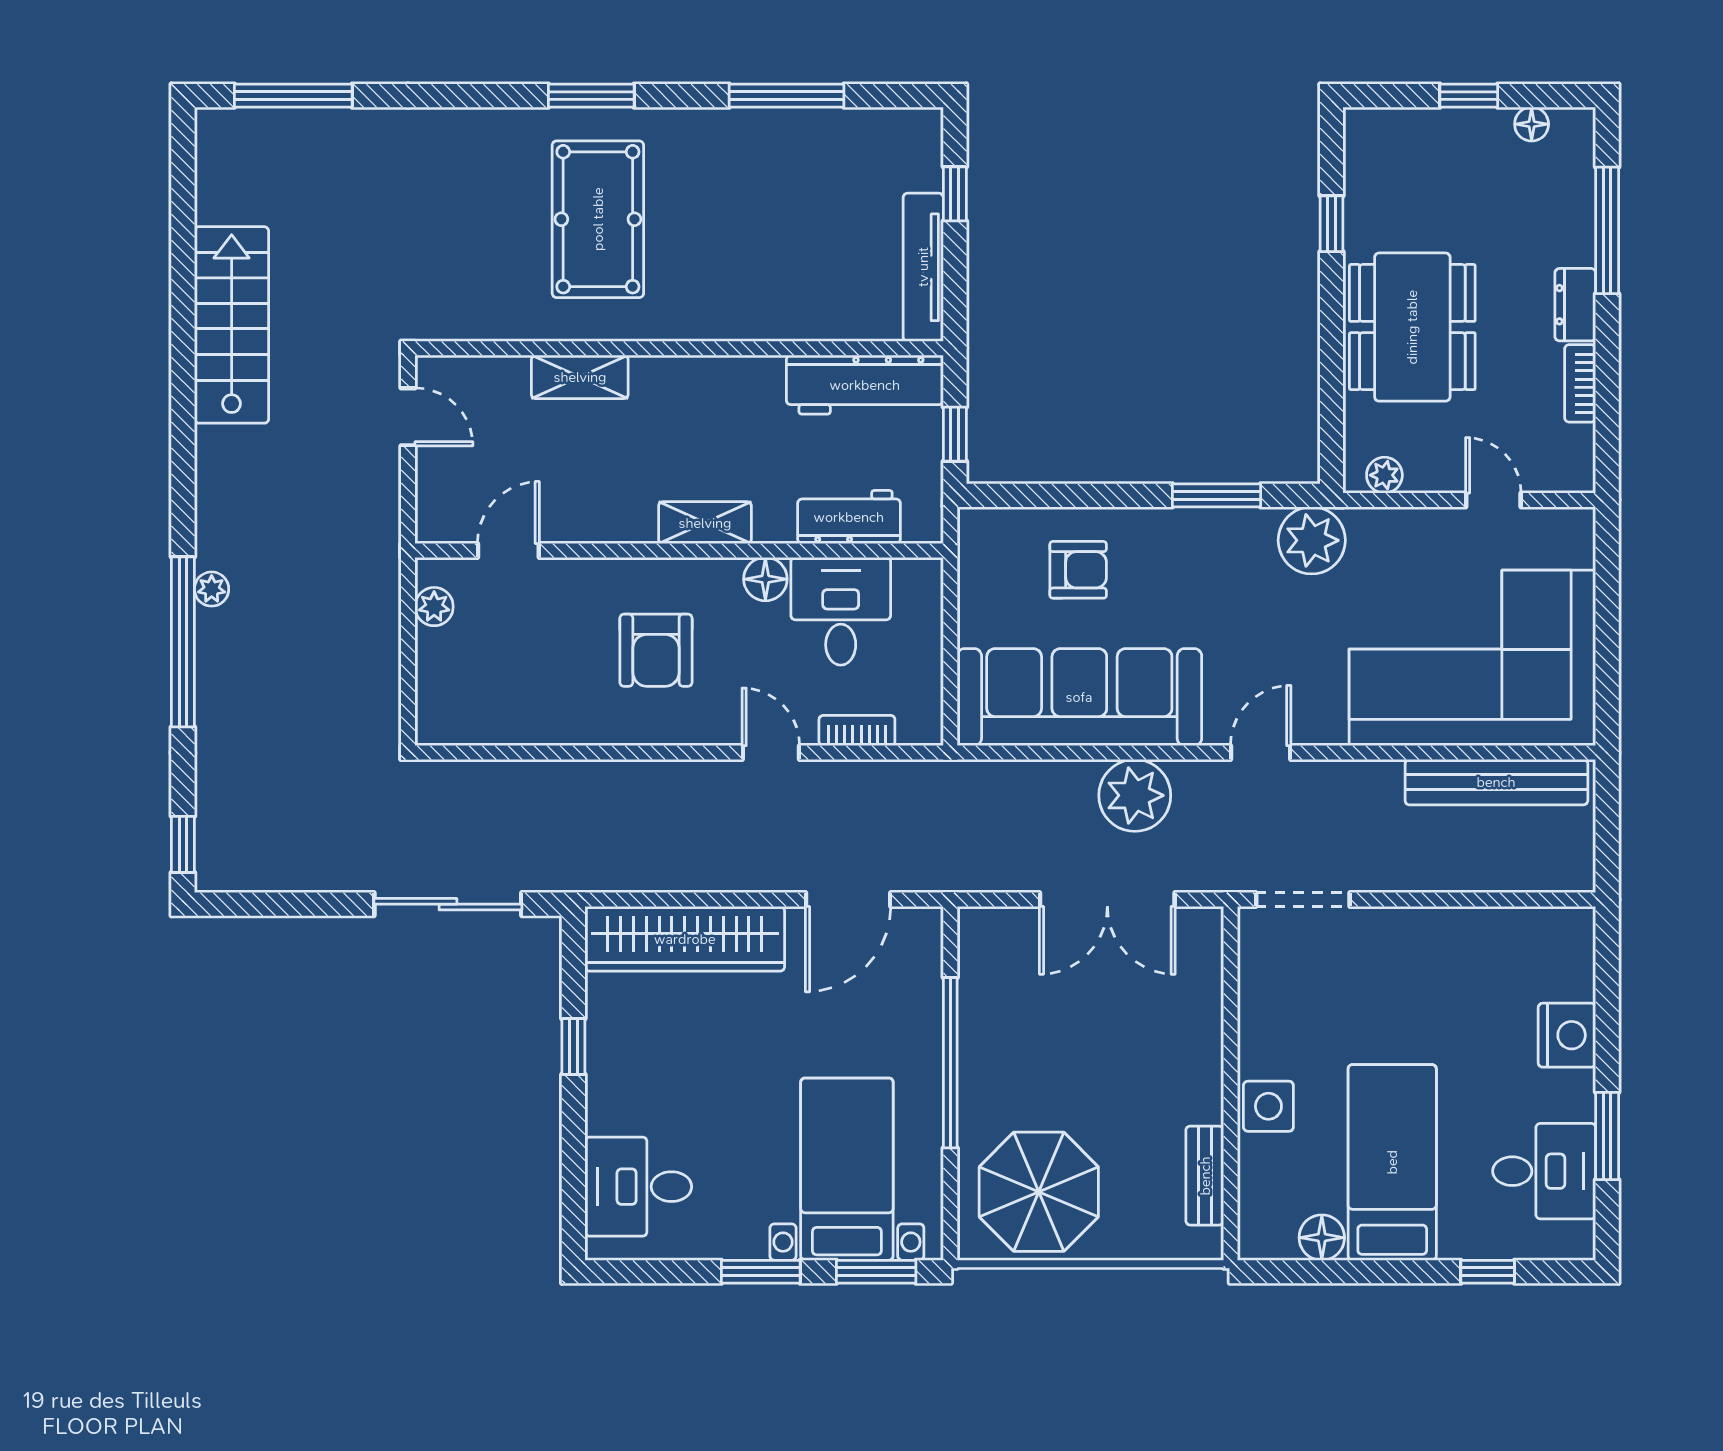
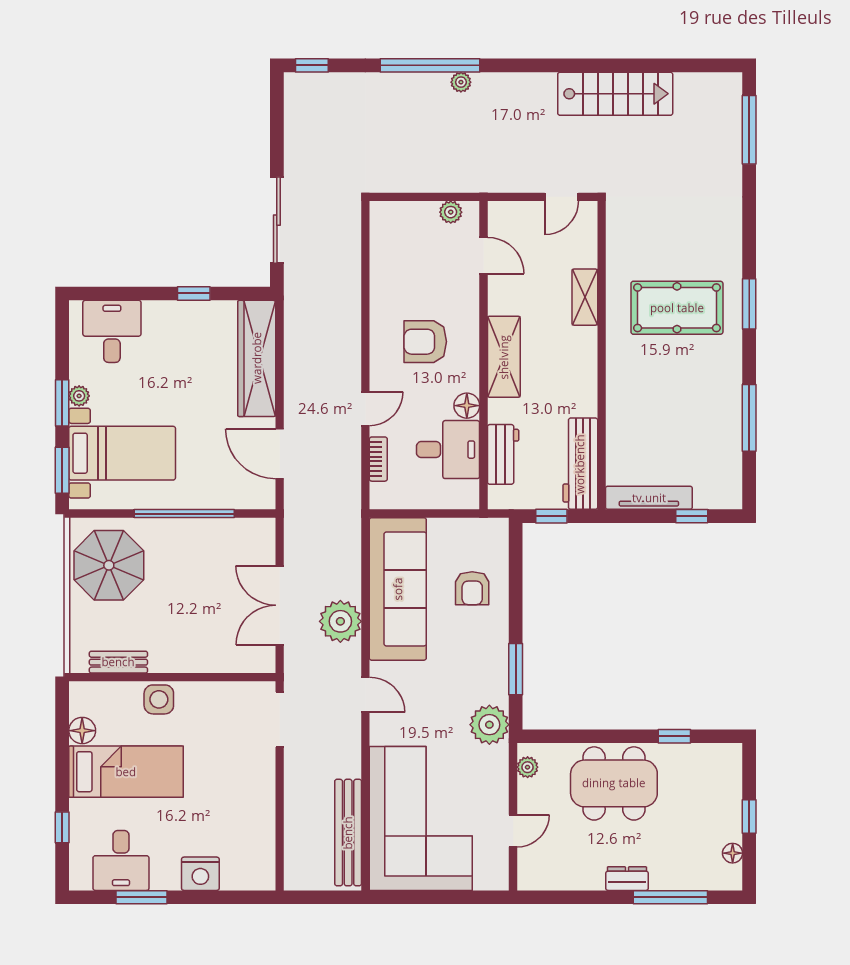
bookcase: (1580, 383) -> (581, 881), removed
shelving: (705, 523) -> (504, 357), width x1.50, depth x1.33
plant: (749, 1243) -> (79, 396), added

